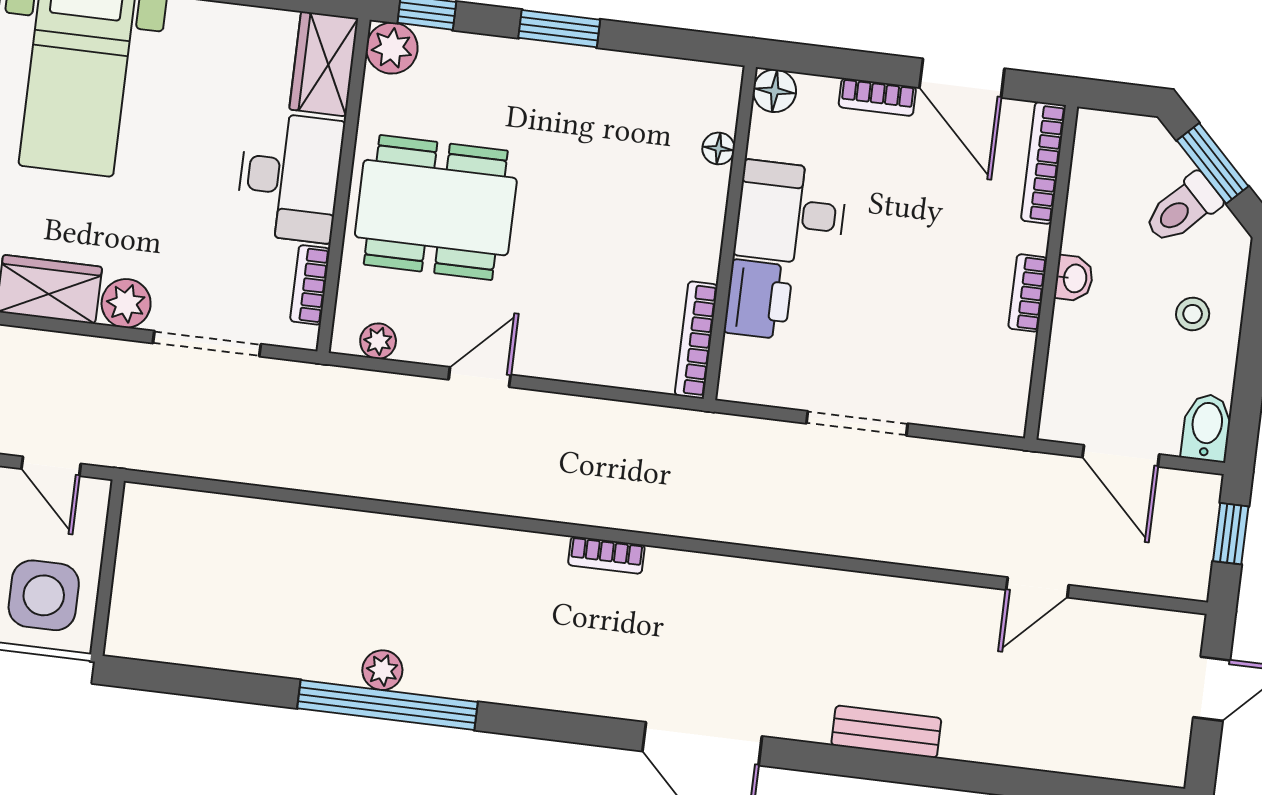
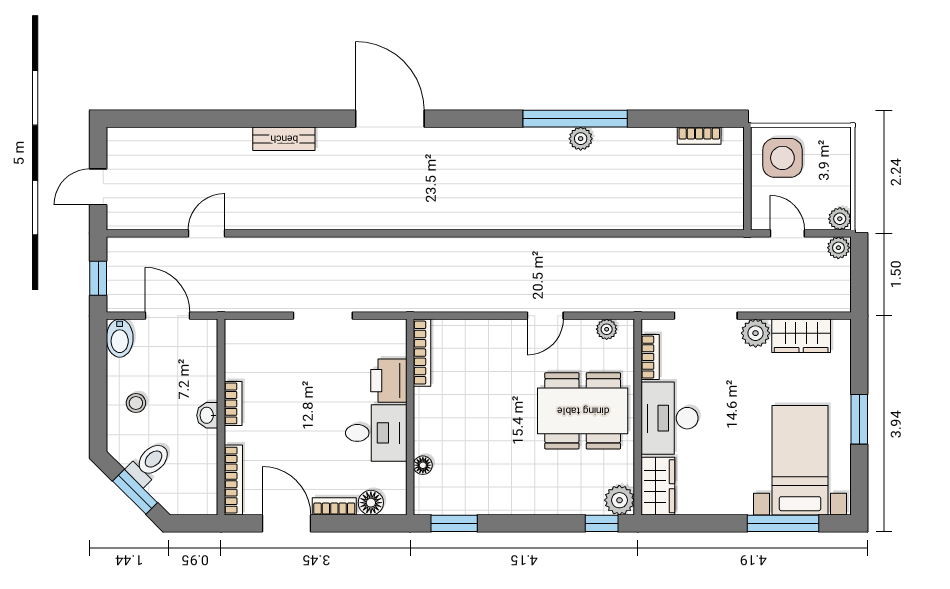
window: (559, 29) -> (454, 523), moved
floor lamp: (775, 91) -> (371, 503), moved
bookcase: (606, 555) -> (699, 136), moved, turned 180

